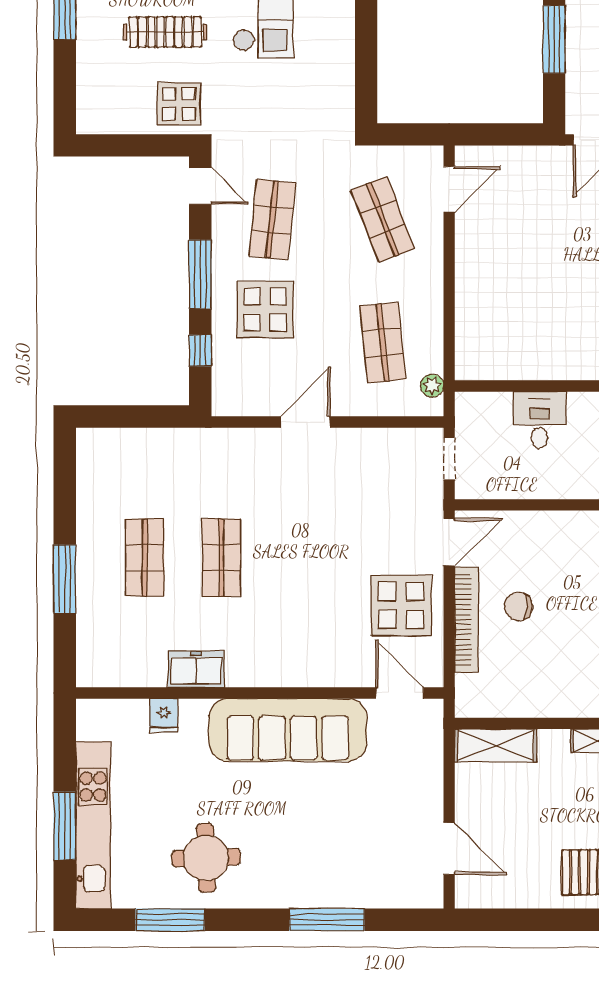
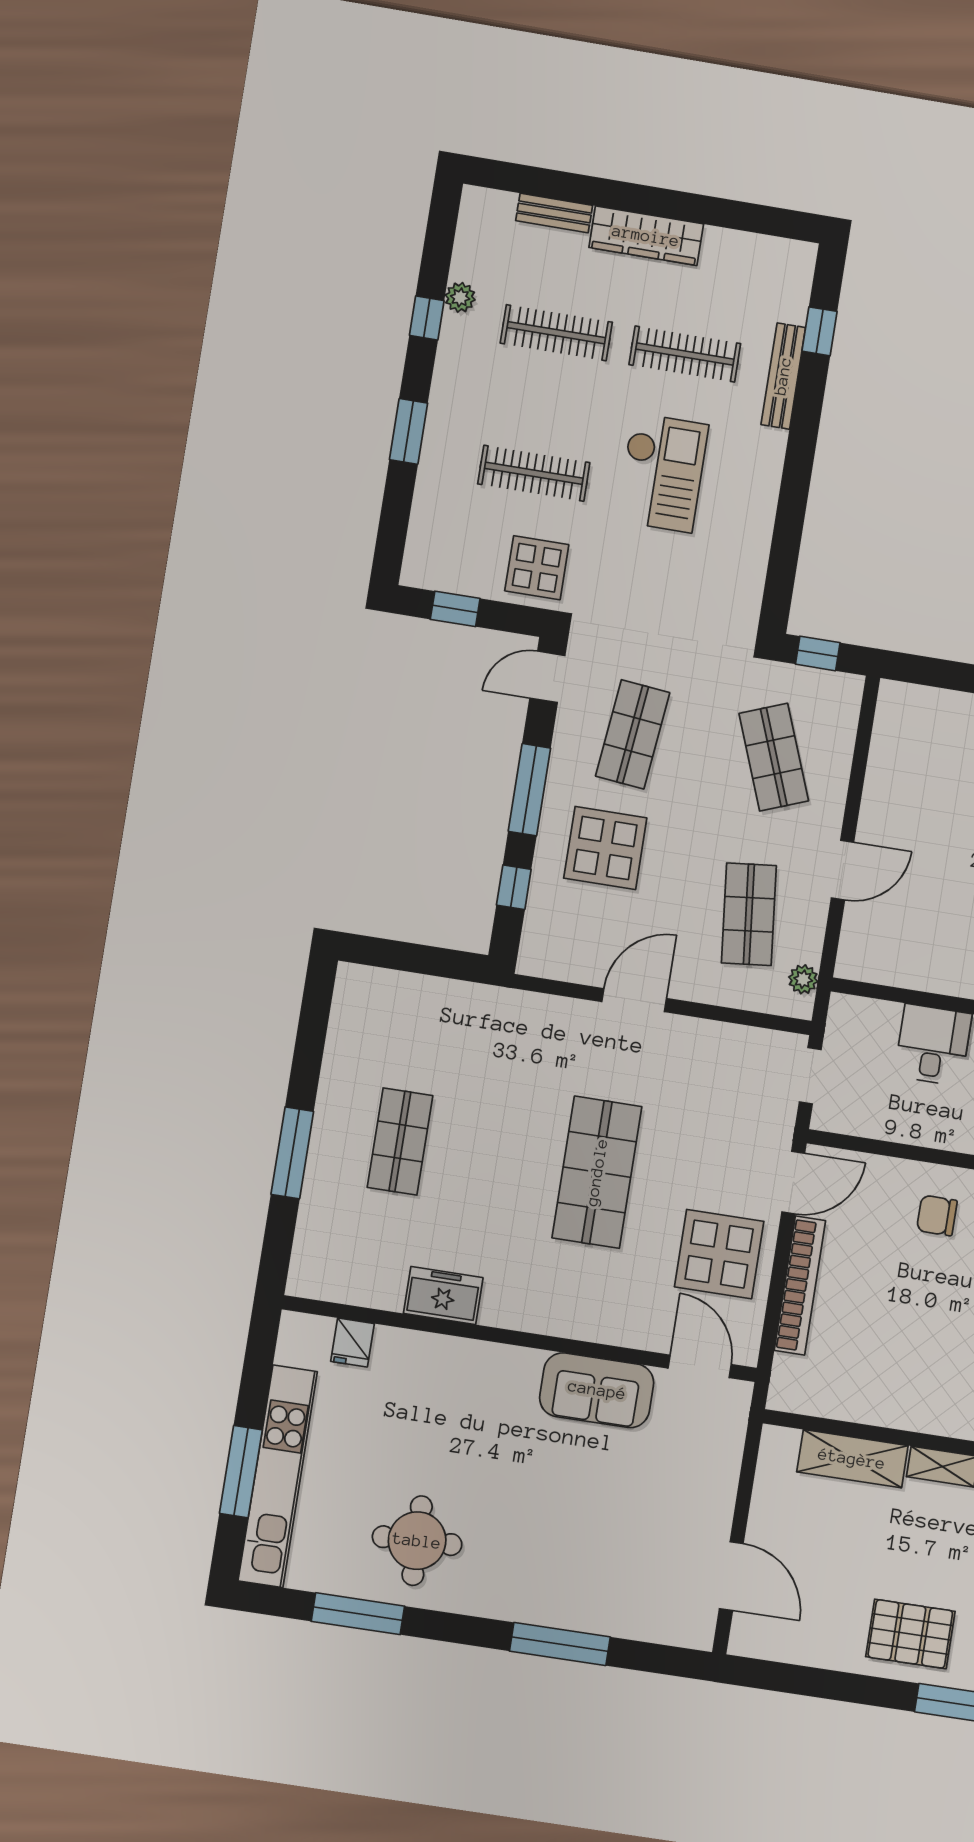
window: (404, 134) -> (818, 653), added
window: (122, 145) -> (455, 609), added
door: (200, 186) -> (547, 677), swing flipped
door: (449, 189) -> (843, 870), moved
shop shelf: (221, 557) -> (597, 1172), moved, width x1.43, depth x1.36
chair: (518, 607) -> (937, 1215), moved
fridge: (164, 715) -> (352, 1343), moved
sofa: (288, 730) -> (597, 1390), width x0.54, depth x0.79
shelving: (496, 745) -> (852, 1459), moved

